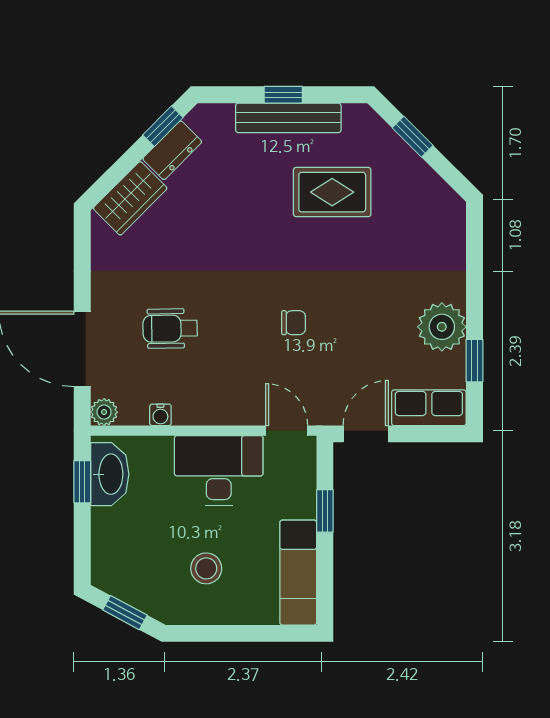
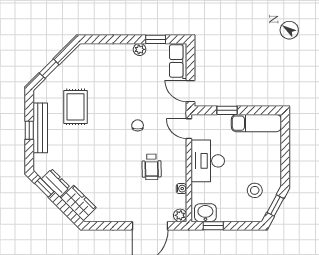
plant: (442, 327) -> (140, 49), width x0.53, depth x0.53
wheelchair: (170, 329) -> (152, 167), moved
door: (287, 431) -> (189, 129), hinge flipped
washbasin: (110, 474) -> (205, 213), width x0.72
stool: (206, 568) -> (255, 190), moved

